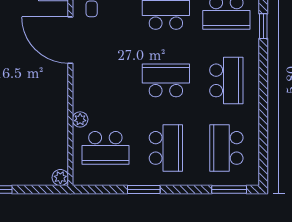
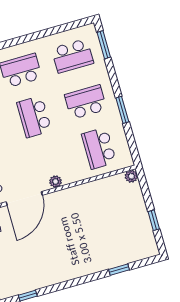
plant: (80, 119) -> (56, 182), moved
school desk: (105, 148) -> (99, 148), turned 180

